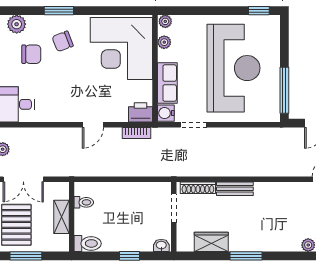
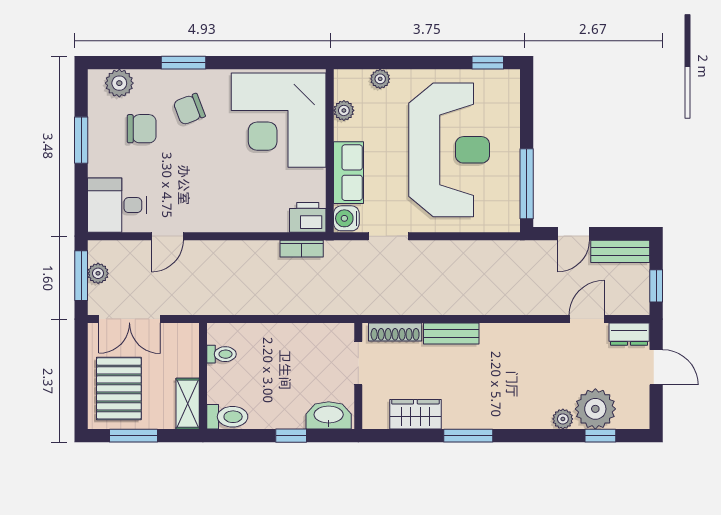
plant: (165, 21) -> (380, 79), moved
door: (93, 125) -> (167, 236), moved
shelving: (61, 217) -> (188, 404), moved
washbasin: (161, 245) -> (329, 415), width x1.91, depth x1.45

